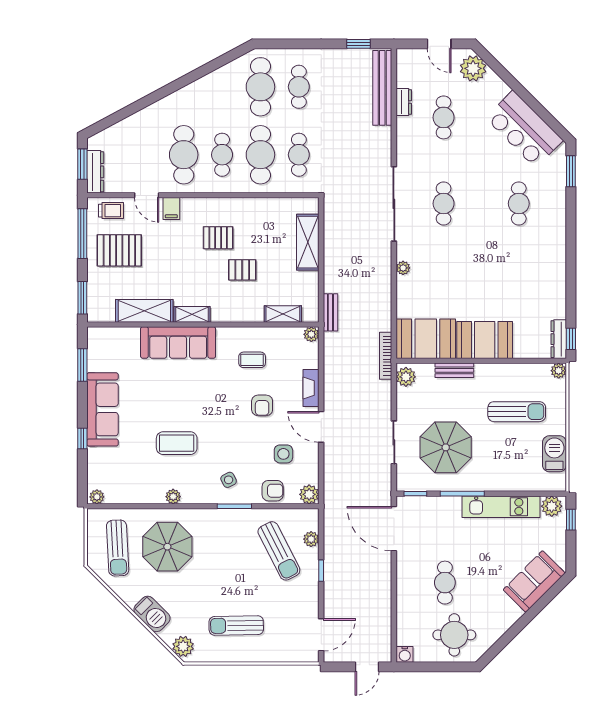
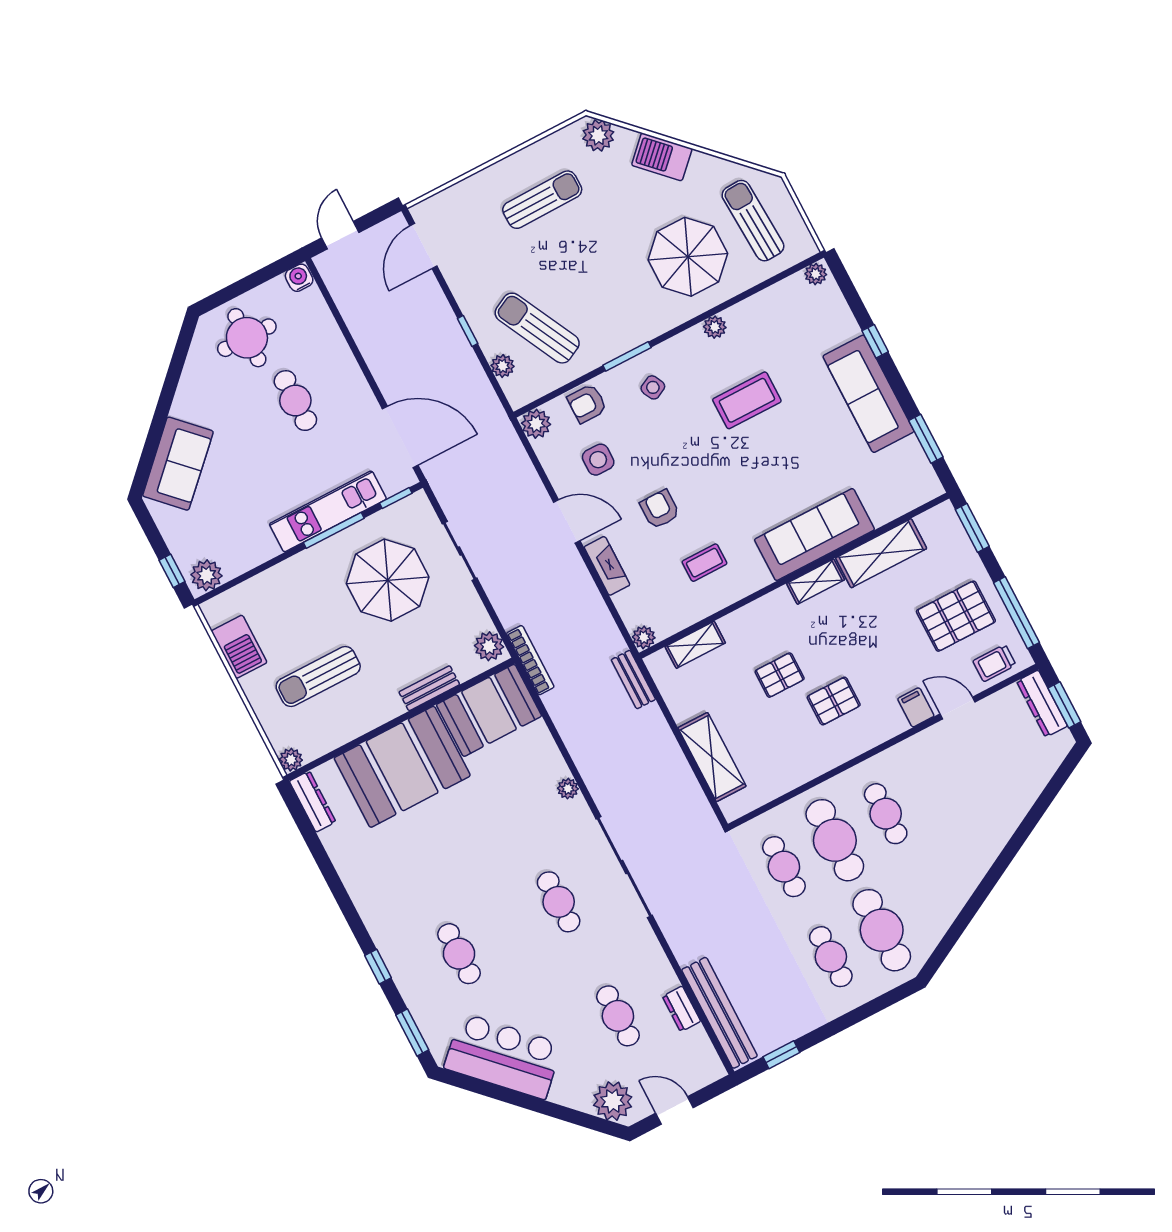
cafe table: (184, 155) -> (937, 787), removed
window: (571, 339) -> (378, 967), moved
booth: (485, 340) -> (402, 767), width x1.36, depth x1.42
kitchen unit: (501, 507) -> (328, 511), moved

